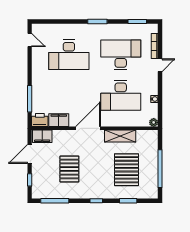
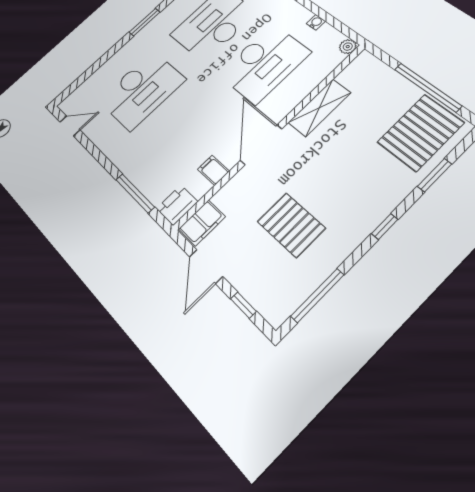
filing cabinet: (59, 120) -> (213, 170), width x0.50
pallet: (126, 170) -> (421, 132), moved, turned 90

